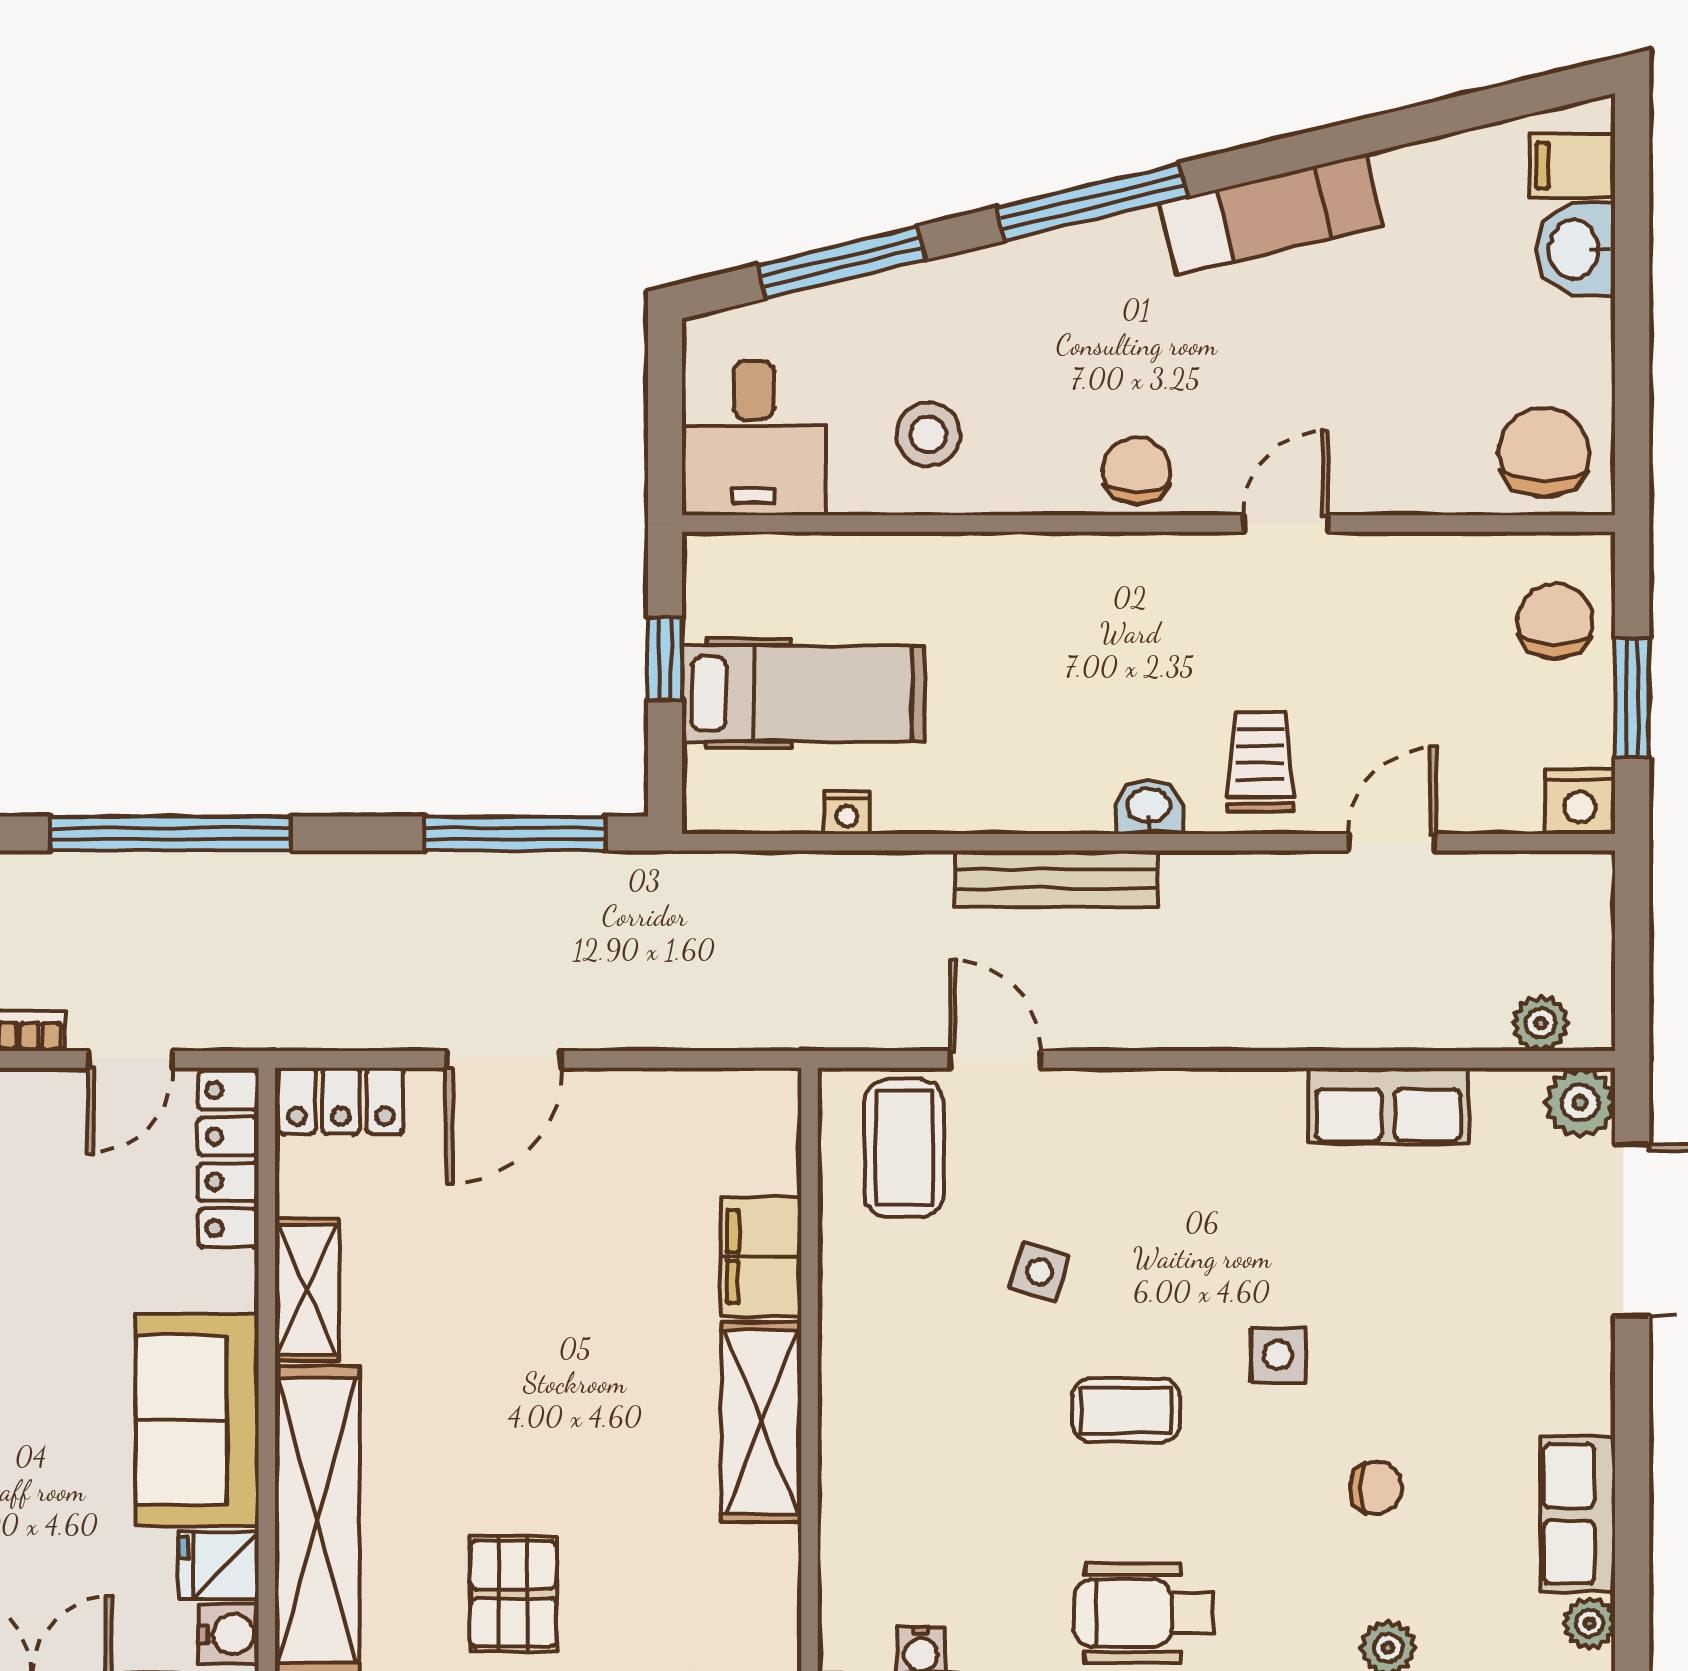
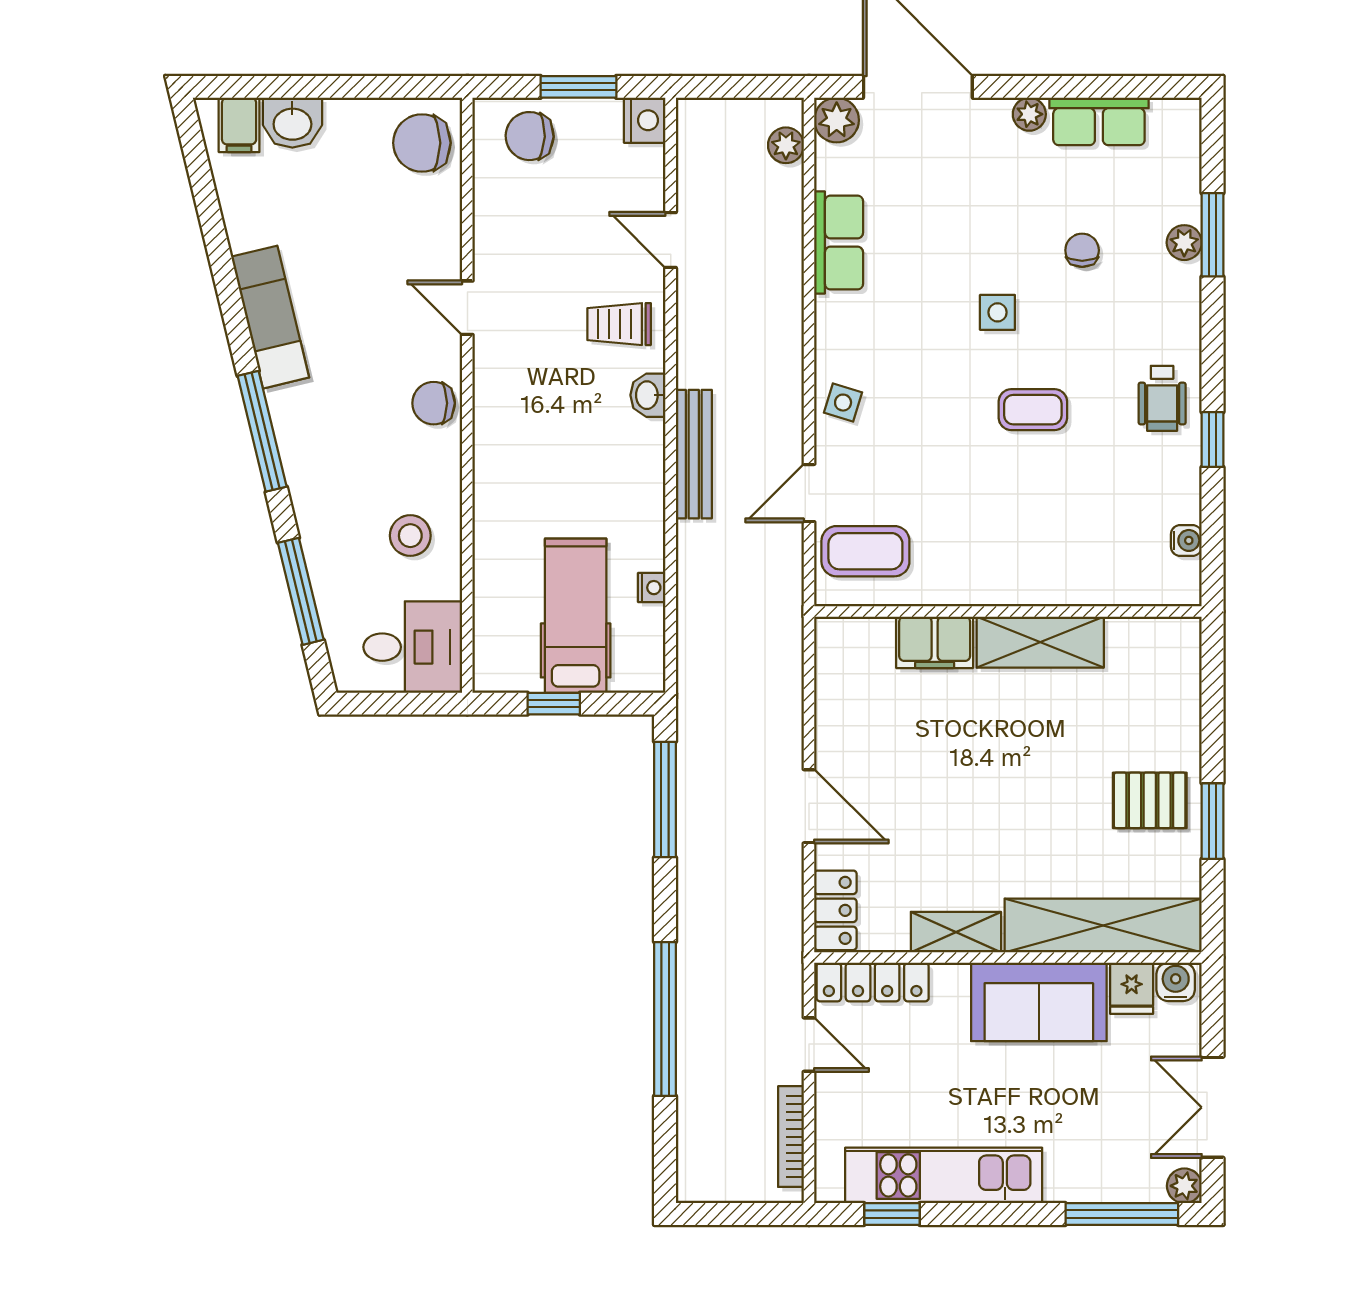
side table: (1040, 1272) -> (843, 403), moved
coffee table: (1126, 1410) -> (1033, 410), turned 90
wheelchair: (1144, 1613) -> (1162, 398), width x0.73, depth x0.73
plant: (1589, 1623) -> (1029, 114), moved

